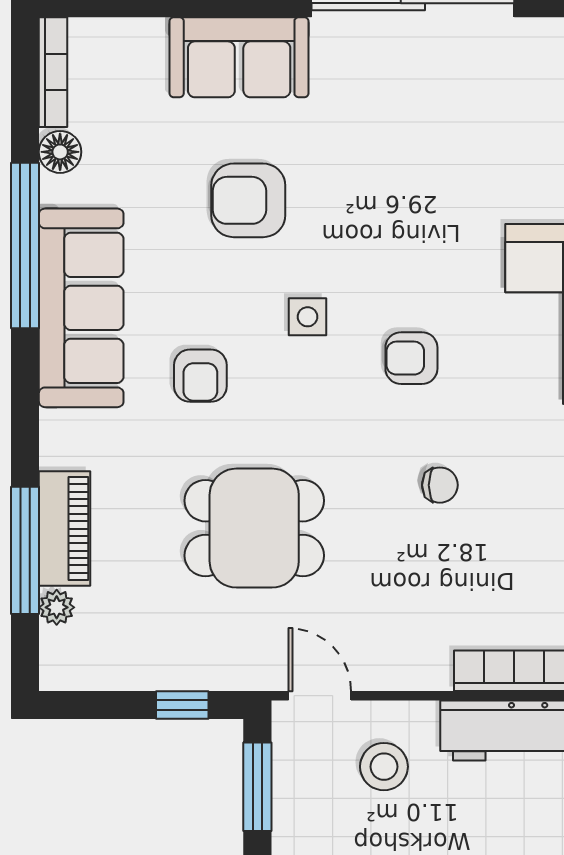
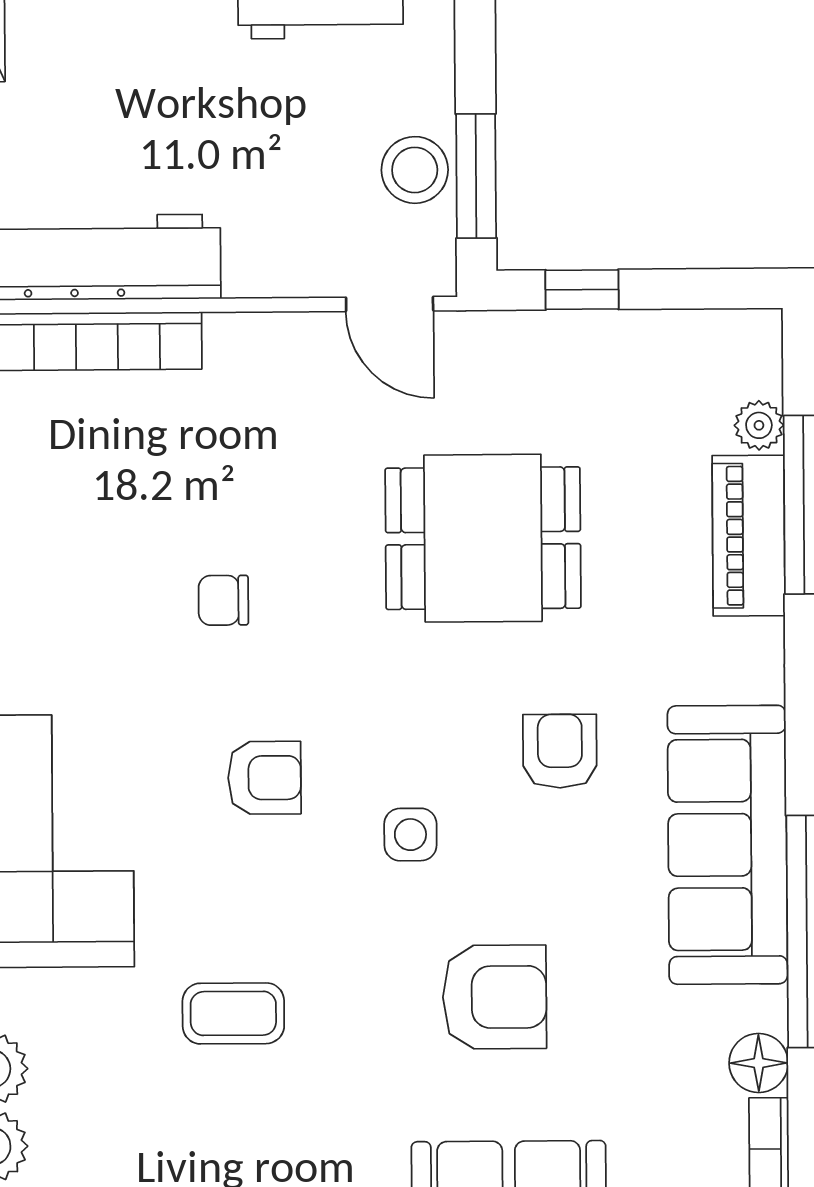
coffee table: (435, 190) -> (233, 1013), added
stool: (384, 767) -> (415, 170), moved

